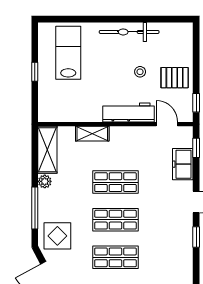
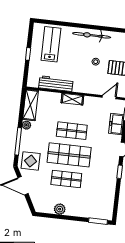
workbench: (128, 113) -> (56, 84), moved
door: (167, 124) -> (109, 97), hinge flipped
shelving: (92, 134) -> (72, 99), moved
shop shelf: (115, 220) -> (69, 155), width x1.43, depth x1.36

